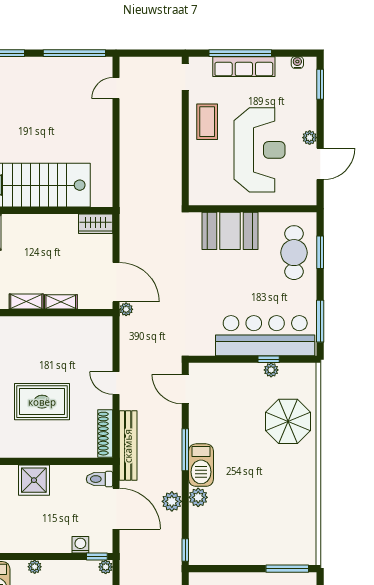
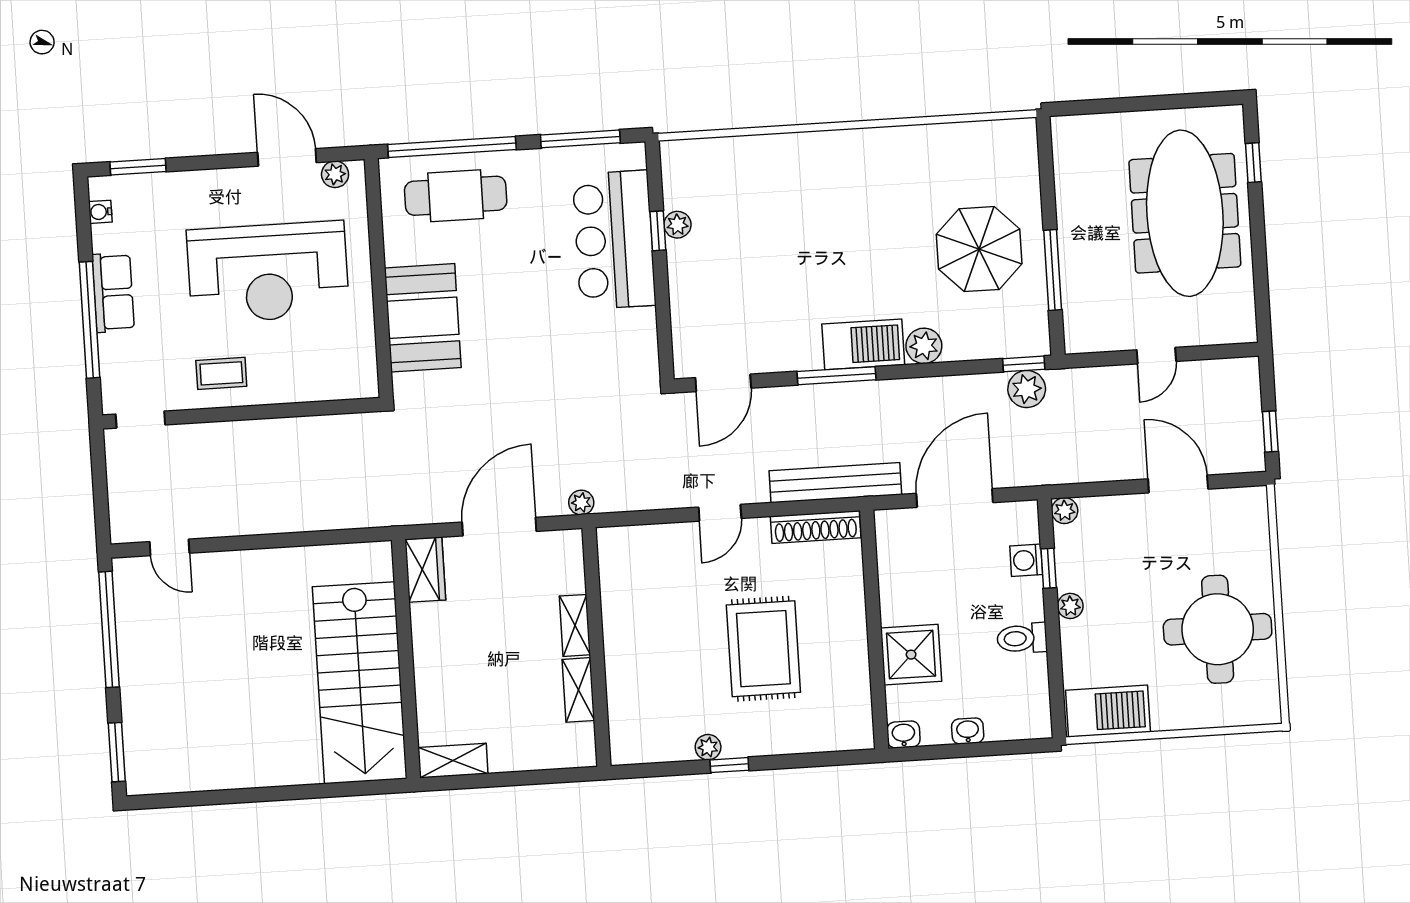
row of seats: (244, 67) -> (113, 292), width x0.68
coffee table: (207, 122) -> (221, 373), width x0.73, depth x0.77
plant: (310, 138) -> (335, 174), moved
reception desk: (260, 150) -> (268, 272), turned 180
window: (320, 252) -> (452, 147), width x2.11
door: (116, 282) -> (499, 527), moved
bar counter: (265, 336) -> (614, 240), width x0.73
parasol: (288, 421) -> (979, 249), moved
toilet: (99, 479) -> (1022, 638), moved, turned 90
plant: (172, 501) -> (1027, 389), moved
window: (97, 556) -> (1049, 568), moved
plant: (35, 567) -> (1070, 606), moved
window: (287, 569) -> (1053, 270), moved

